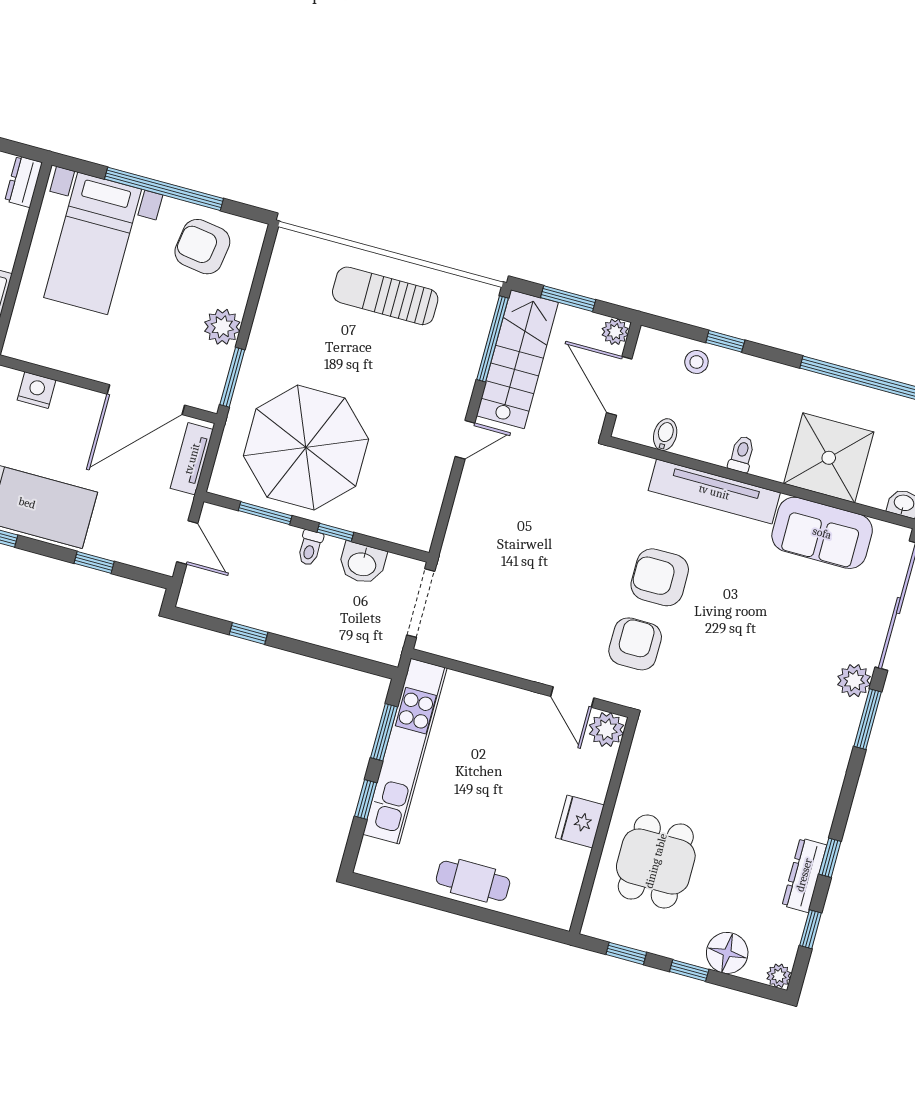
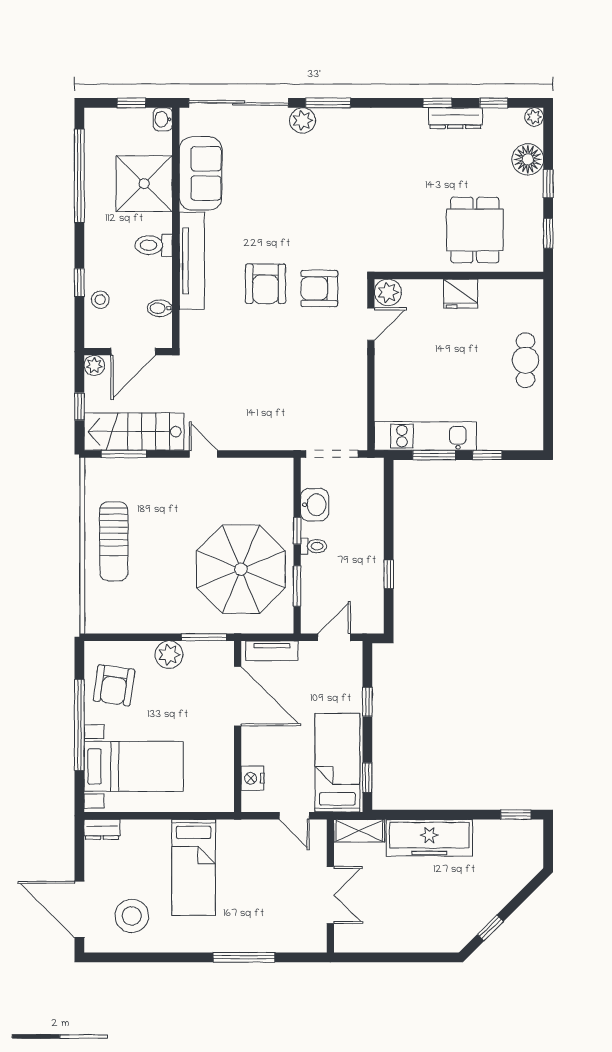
window: (568, 299) -> (79, 407), width x0.67
window: (492, 339) -> (124, 454), width x0.69
toilet: (742, 454) -> (154, 245), width x1.37, depth x1.39
kitchen unit: (405, 751) -> (425, 436), width x0.73
dining table: (656, 861) -> (475, 230), turned 90

